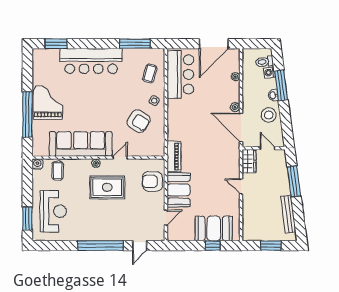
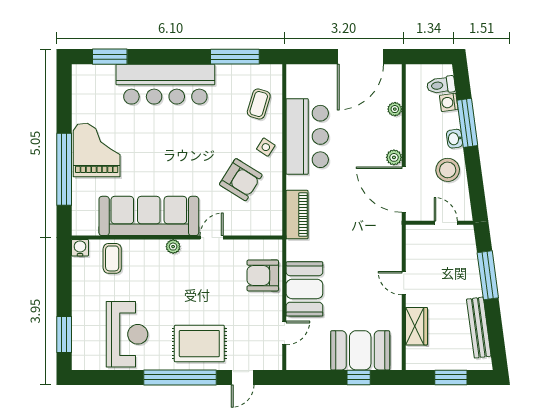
bar counter: (180, 74) -> (307, 136), moved
piano: (174, 156) -> (297, 215), moved
wardrobe: (249, 161) -> (416, 326), moved
rug: (107, 187) -> (199, 344), moved
reception desk: (53, 211) -> (127, 334), moved

